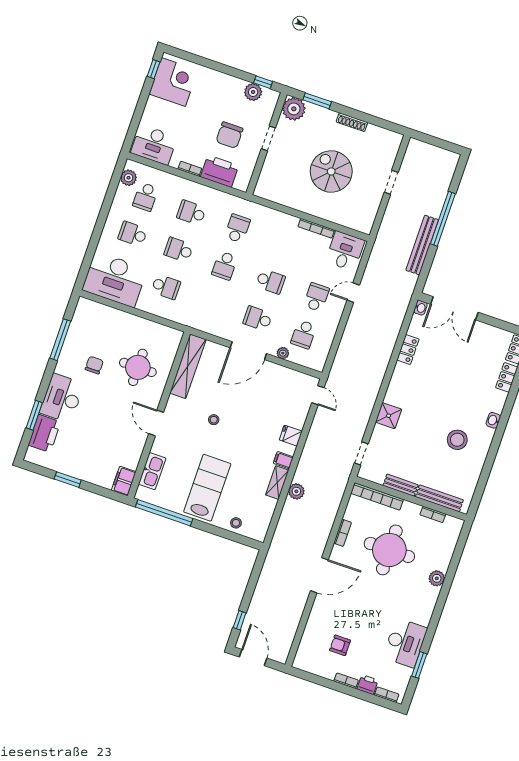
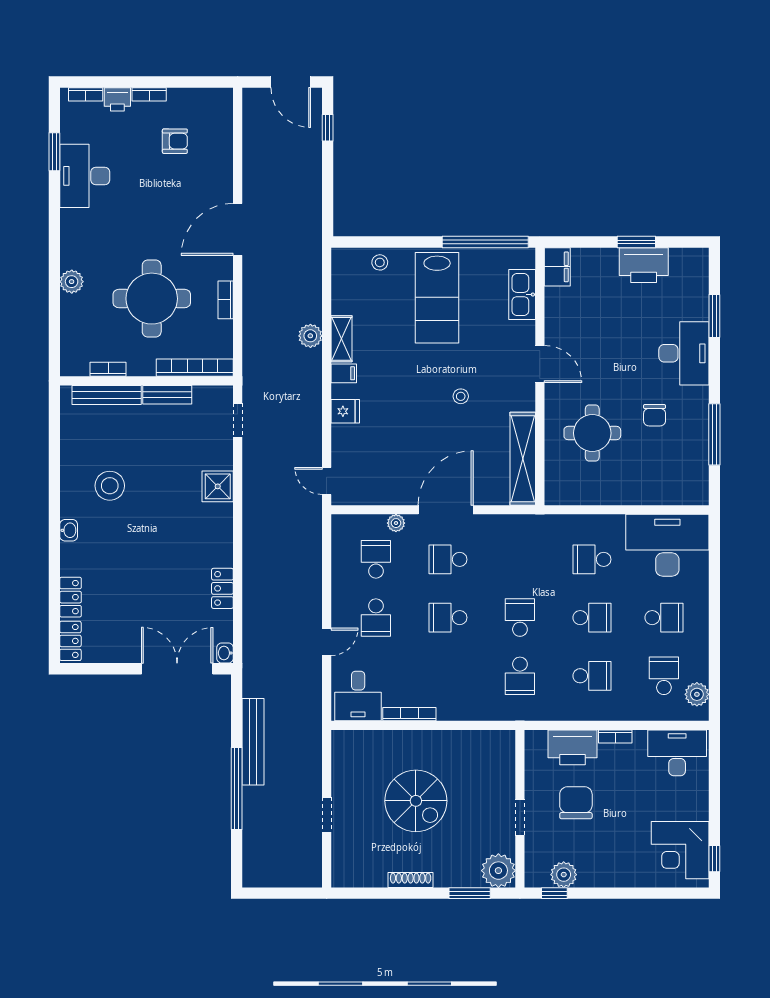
school desk: (258, 319) -> (448, 559), turned 180
printer: (44, 433) -> (644, 265), moved, turned -90

